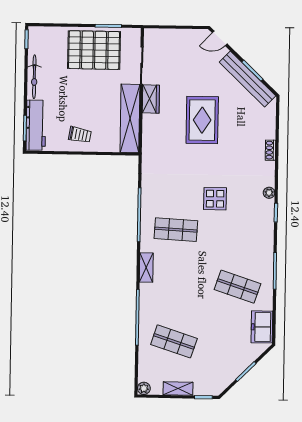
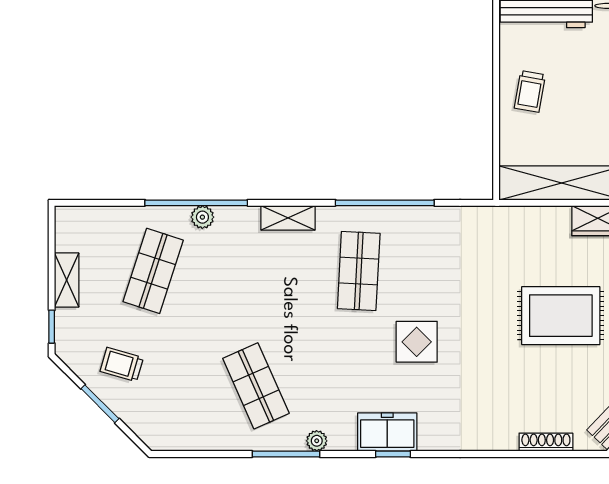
shoe rack: (270, 150) -> (546, 442), moved, width x1.43
plant: (269, 193) -> (317, 441), moved
shop shelf: (237, 287) -> (256, 386), turned -42
freezer: (262, 327) -> (387, 432), moved
trolley: (225, 359) -> (122, 364), added
plant: (144, 388) -> (202, 217), moved

